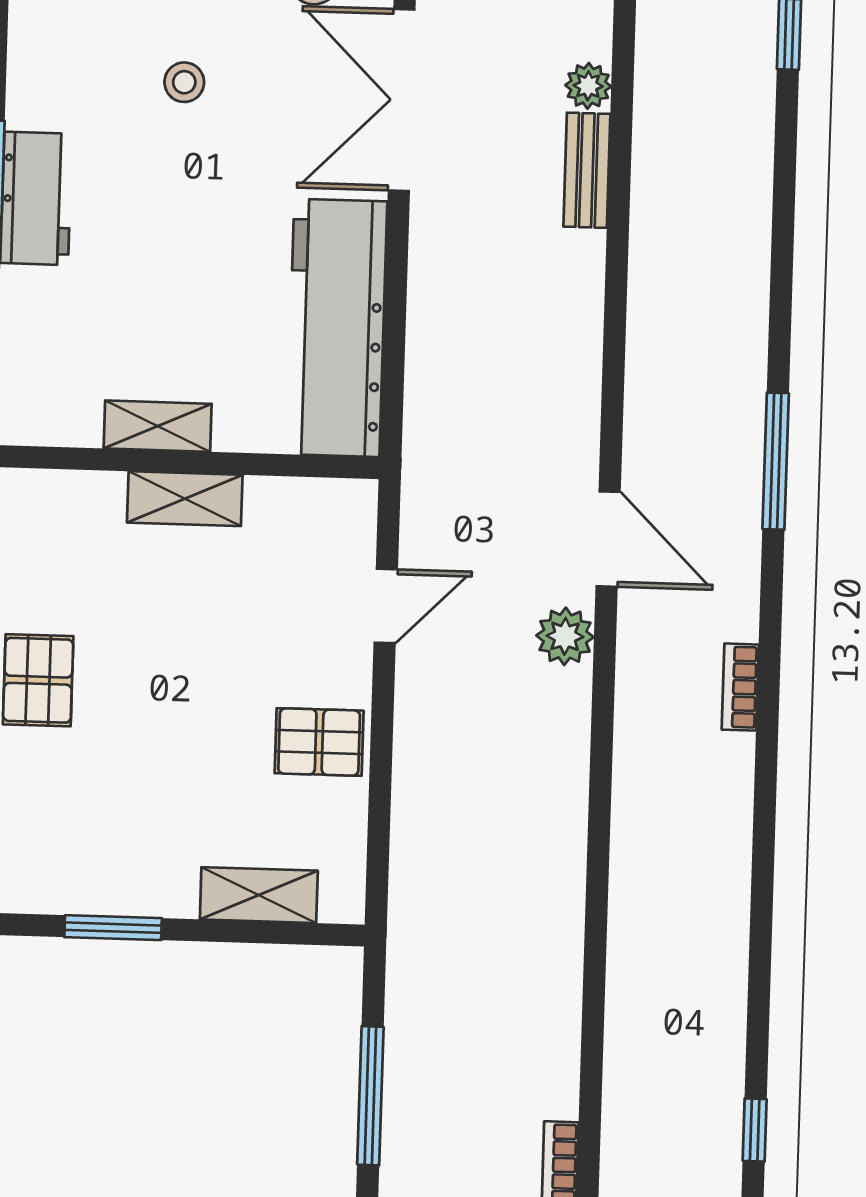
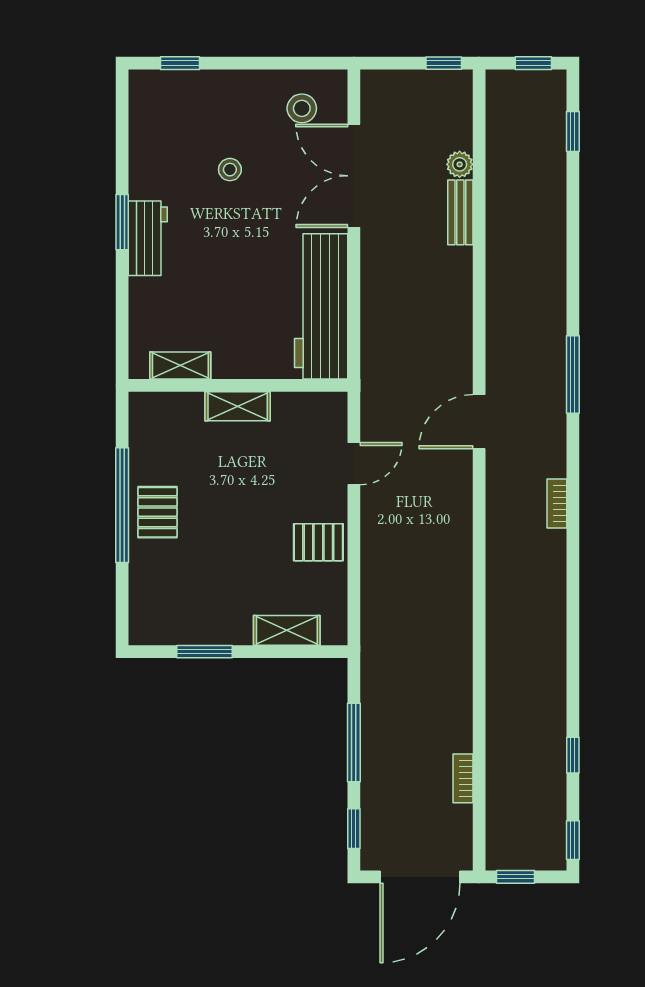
shelving: (158, 426) -> (180, 366), moved
door: (608, 539) -> (479, 422), swing flipped
plant: (565, 636) -> (456, 478), removed

